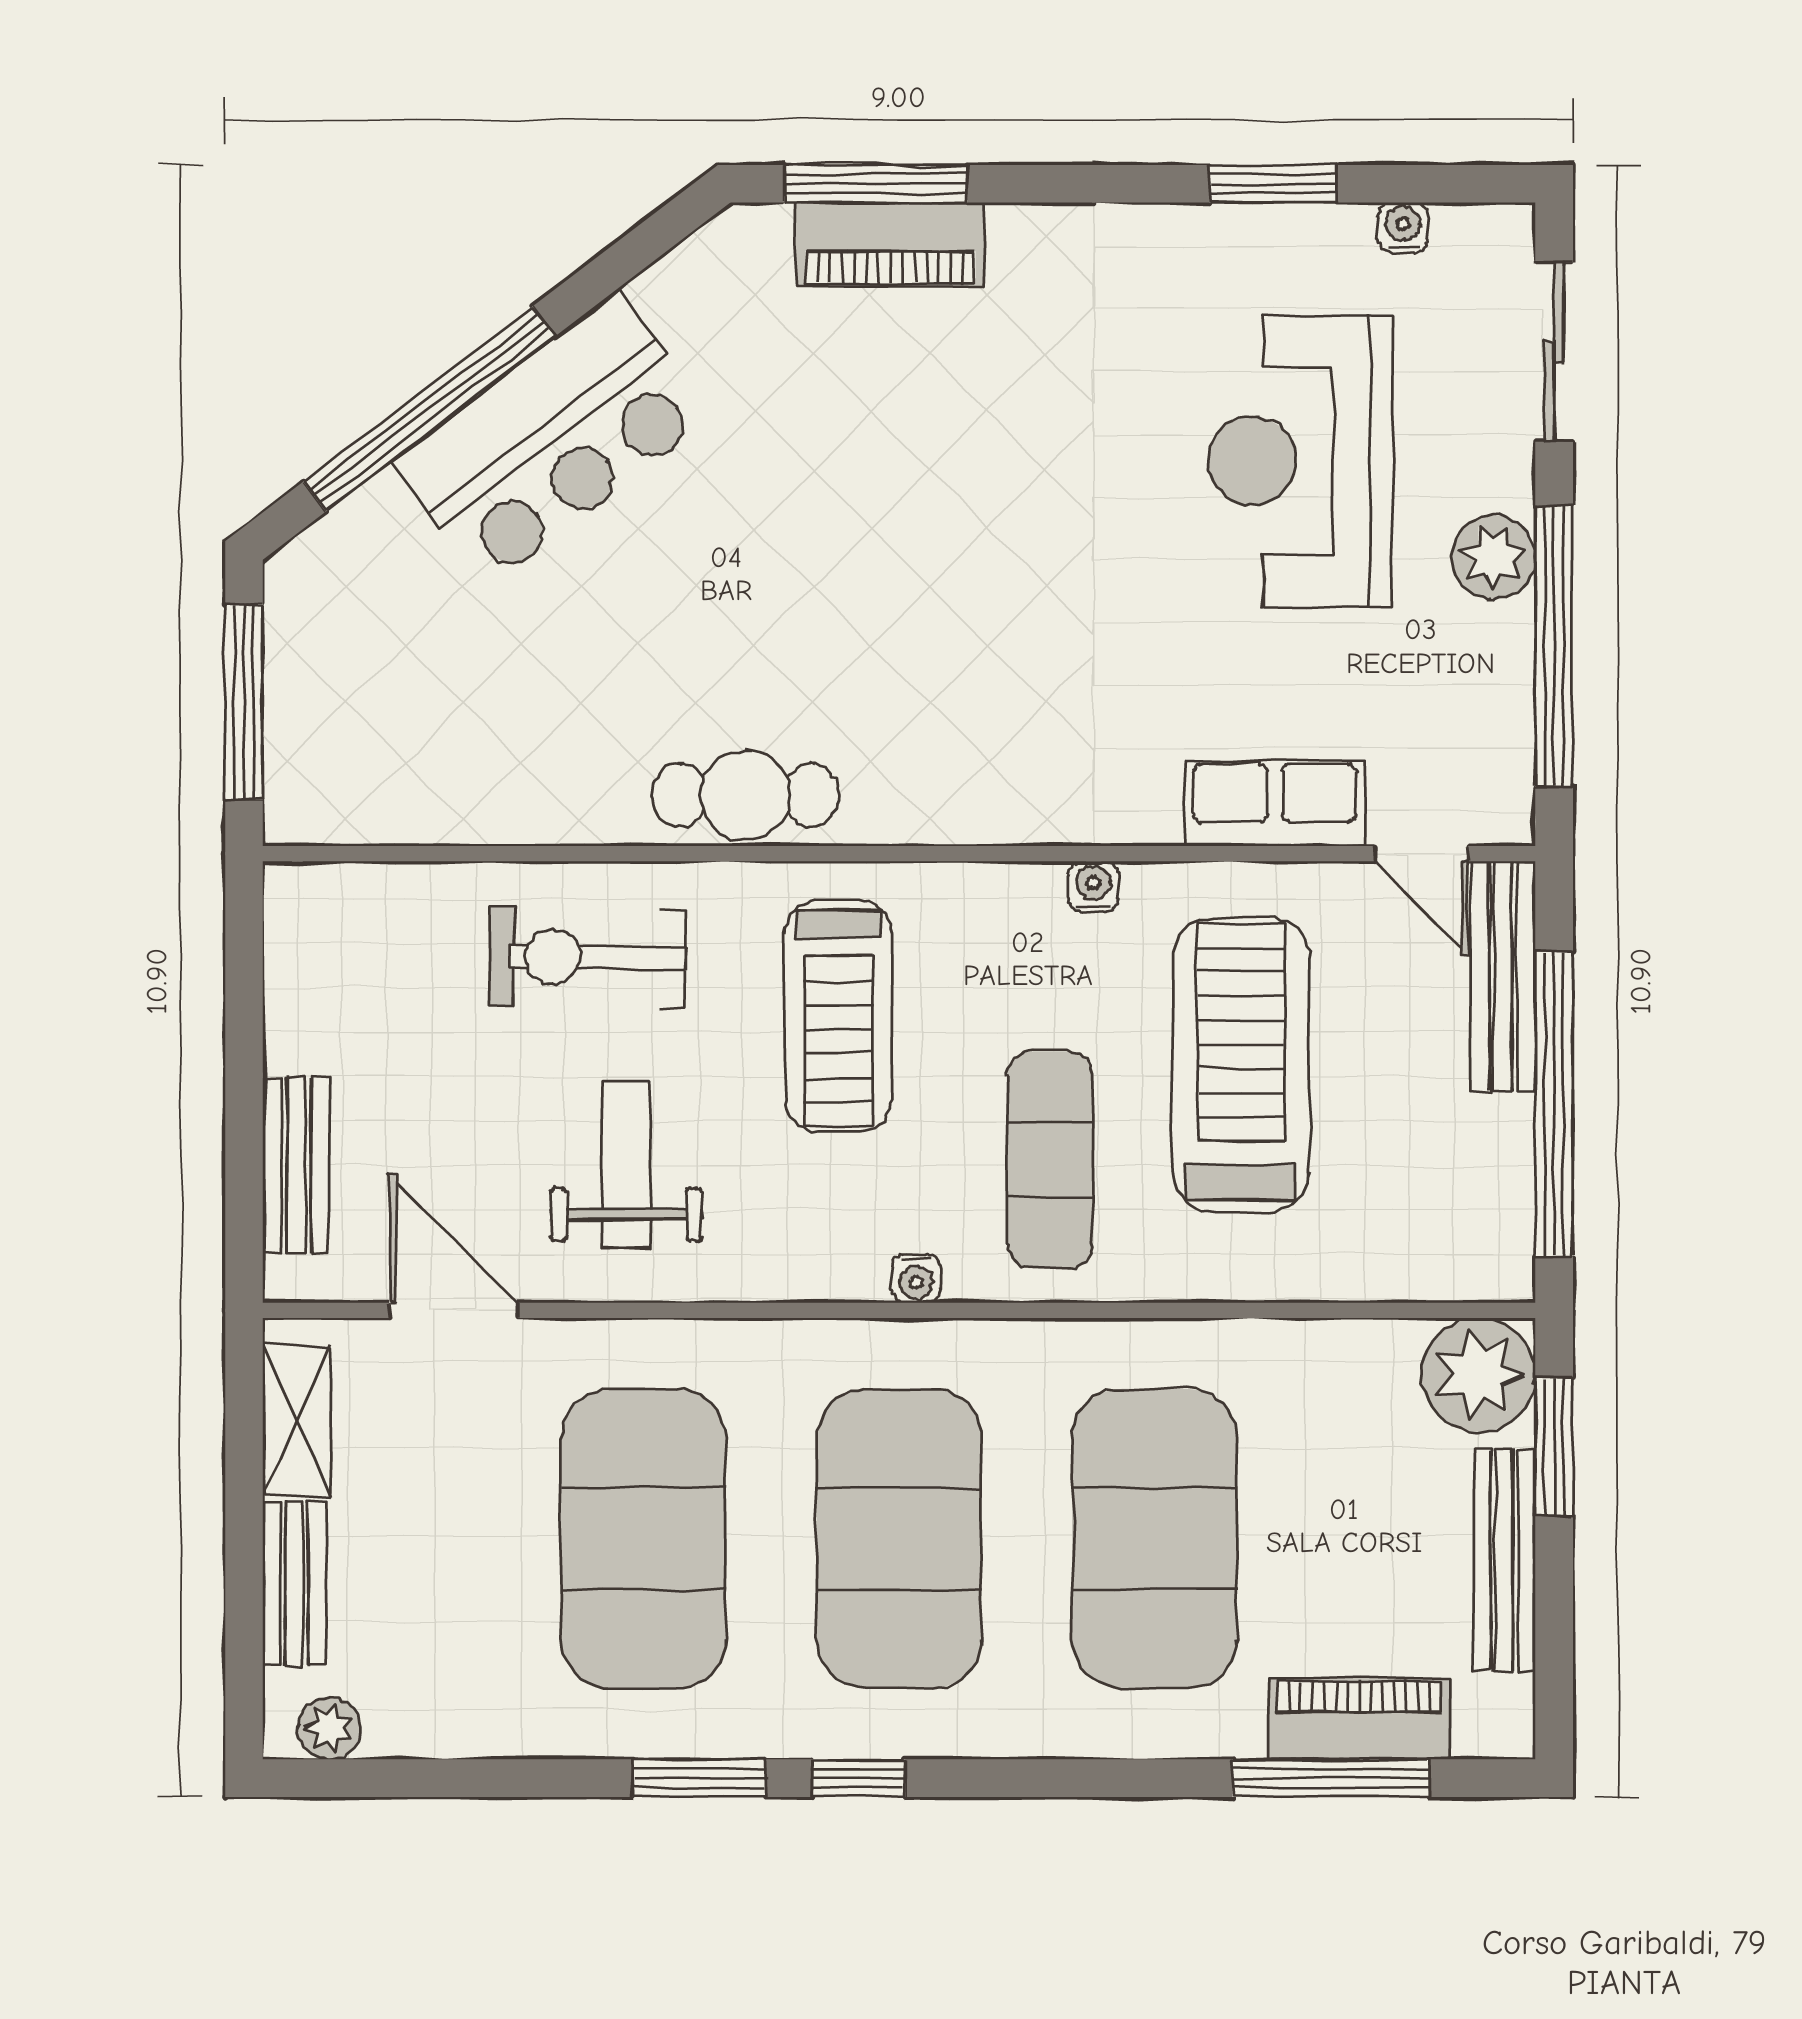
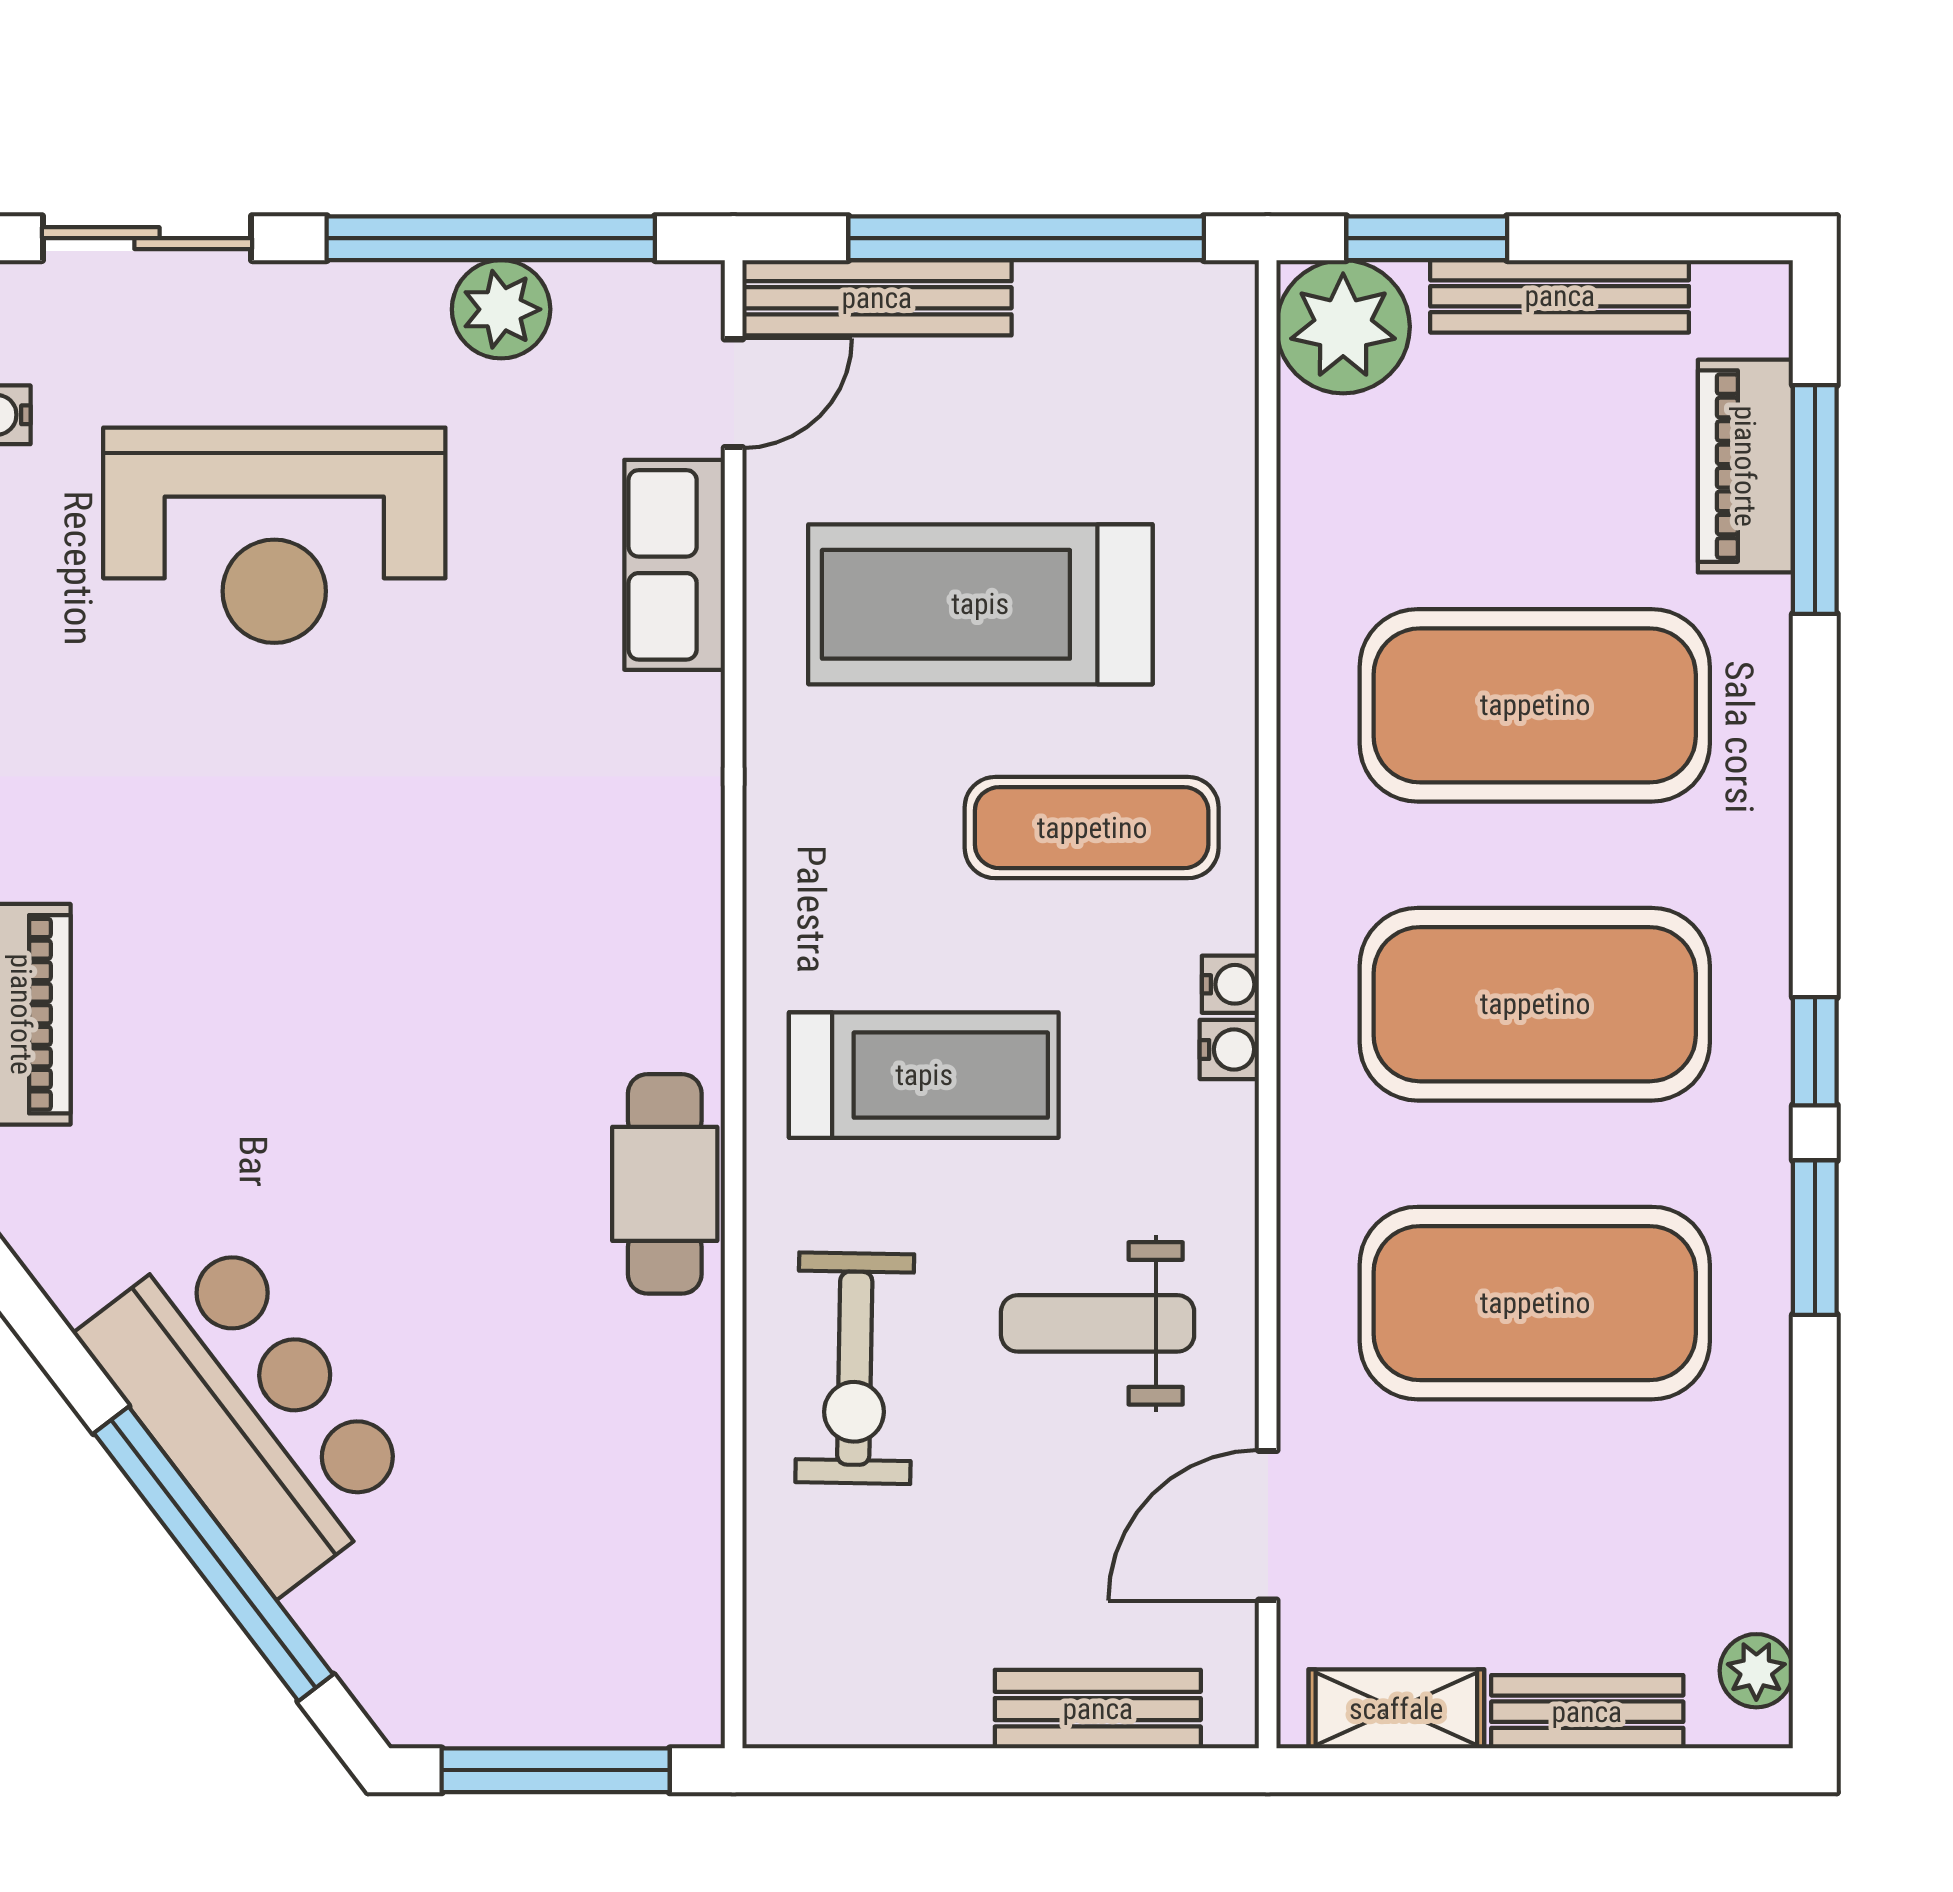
plant: (1493, 557) -> (501, 309), moved
water cooler: (1093, 887) -> (1229, 1049), moved, turned 180

